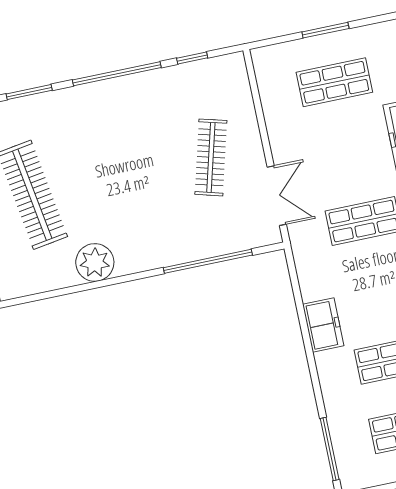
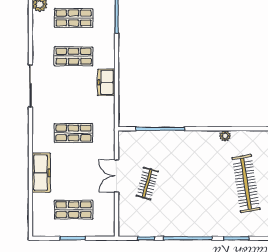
clothes rail: (211, 157) -> (147, 184), width x0.73
double door: (277, 196) -> (117, 176), moved
plant: (95, 262) -> (225, 136), width x0.53, depth x0.53

